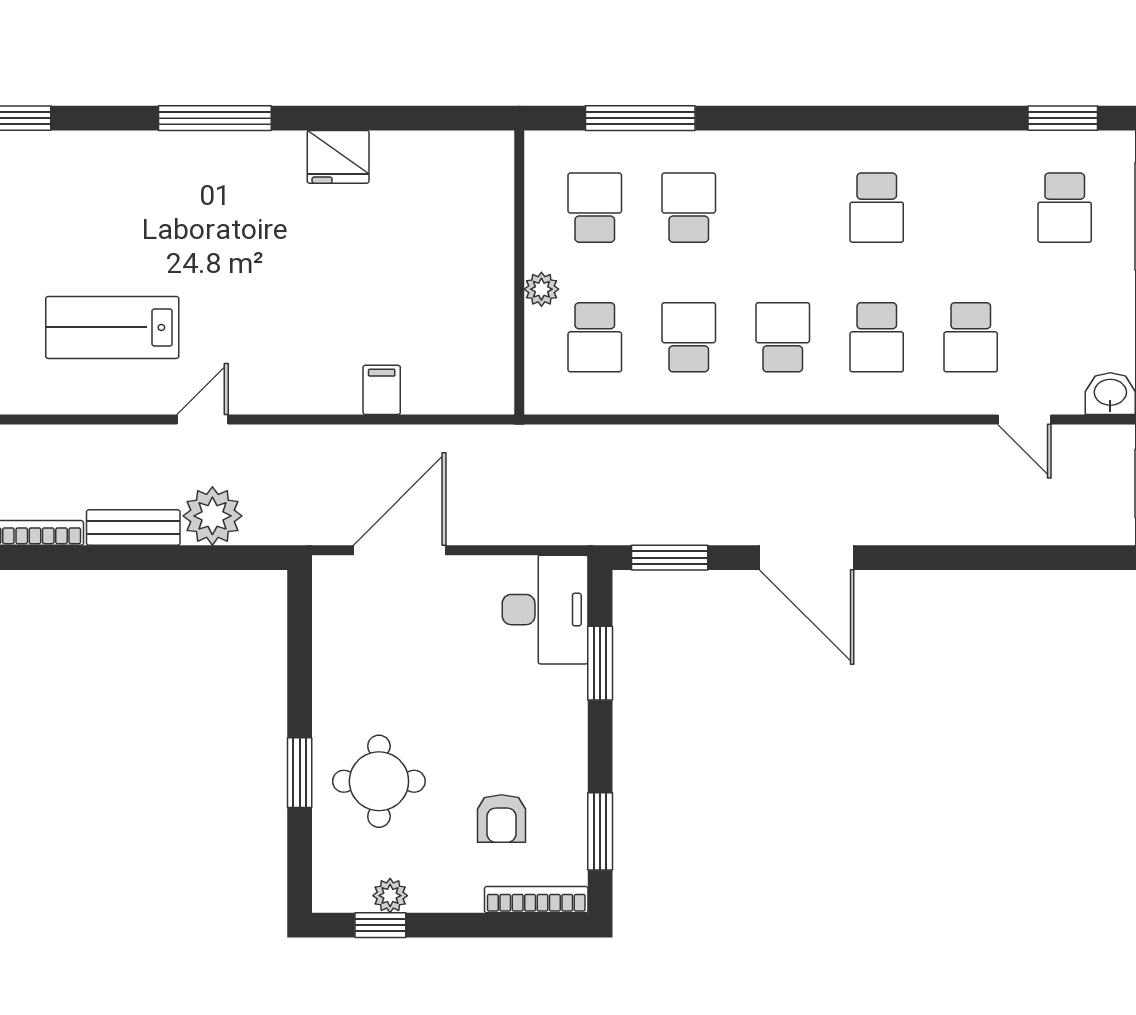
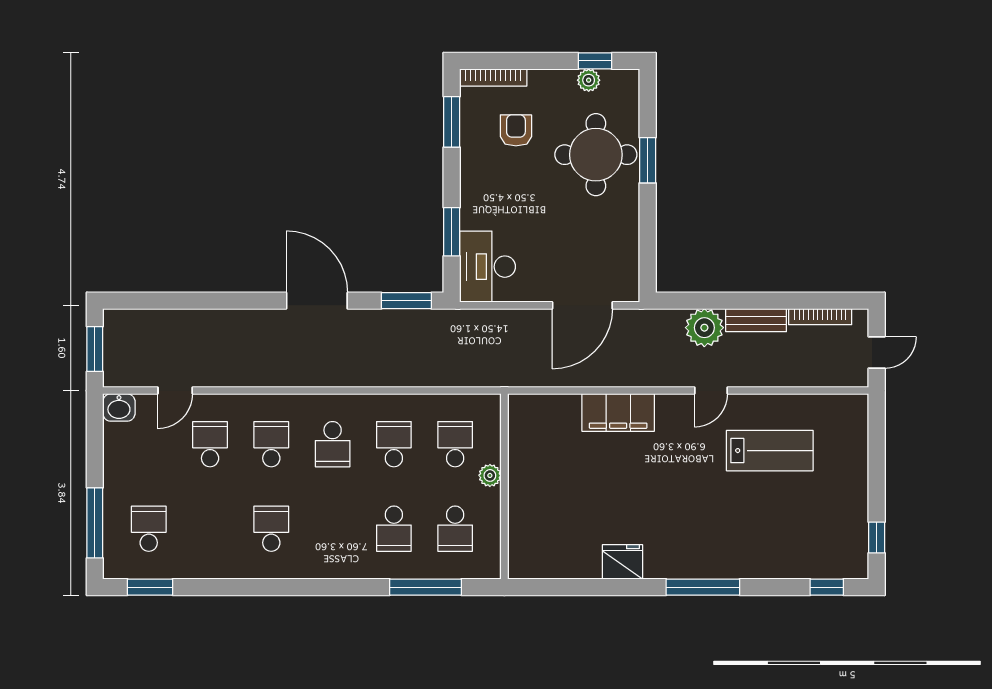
school desk: (689, 337) -> (394, 444), turned 180
filing cabinet: (382, 390) -> (618, 413), width x3.00, depth x1.17
door: (1024, 419) -> (175, 391), swing flipped
round table: (379, 781) -> (596, 155), width x1.36, depth x1.36

